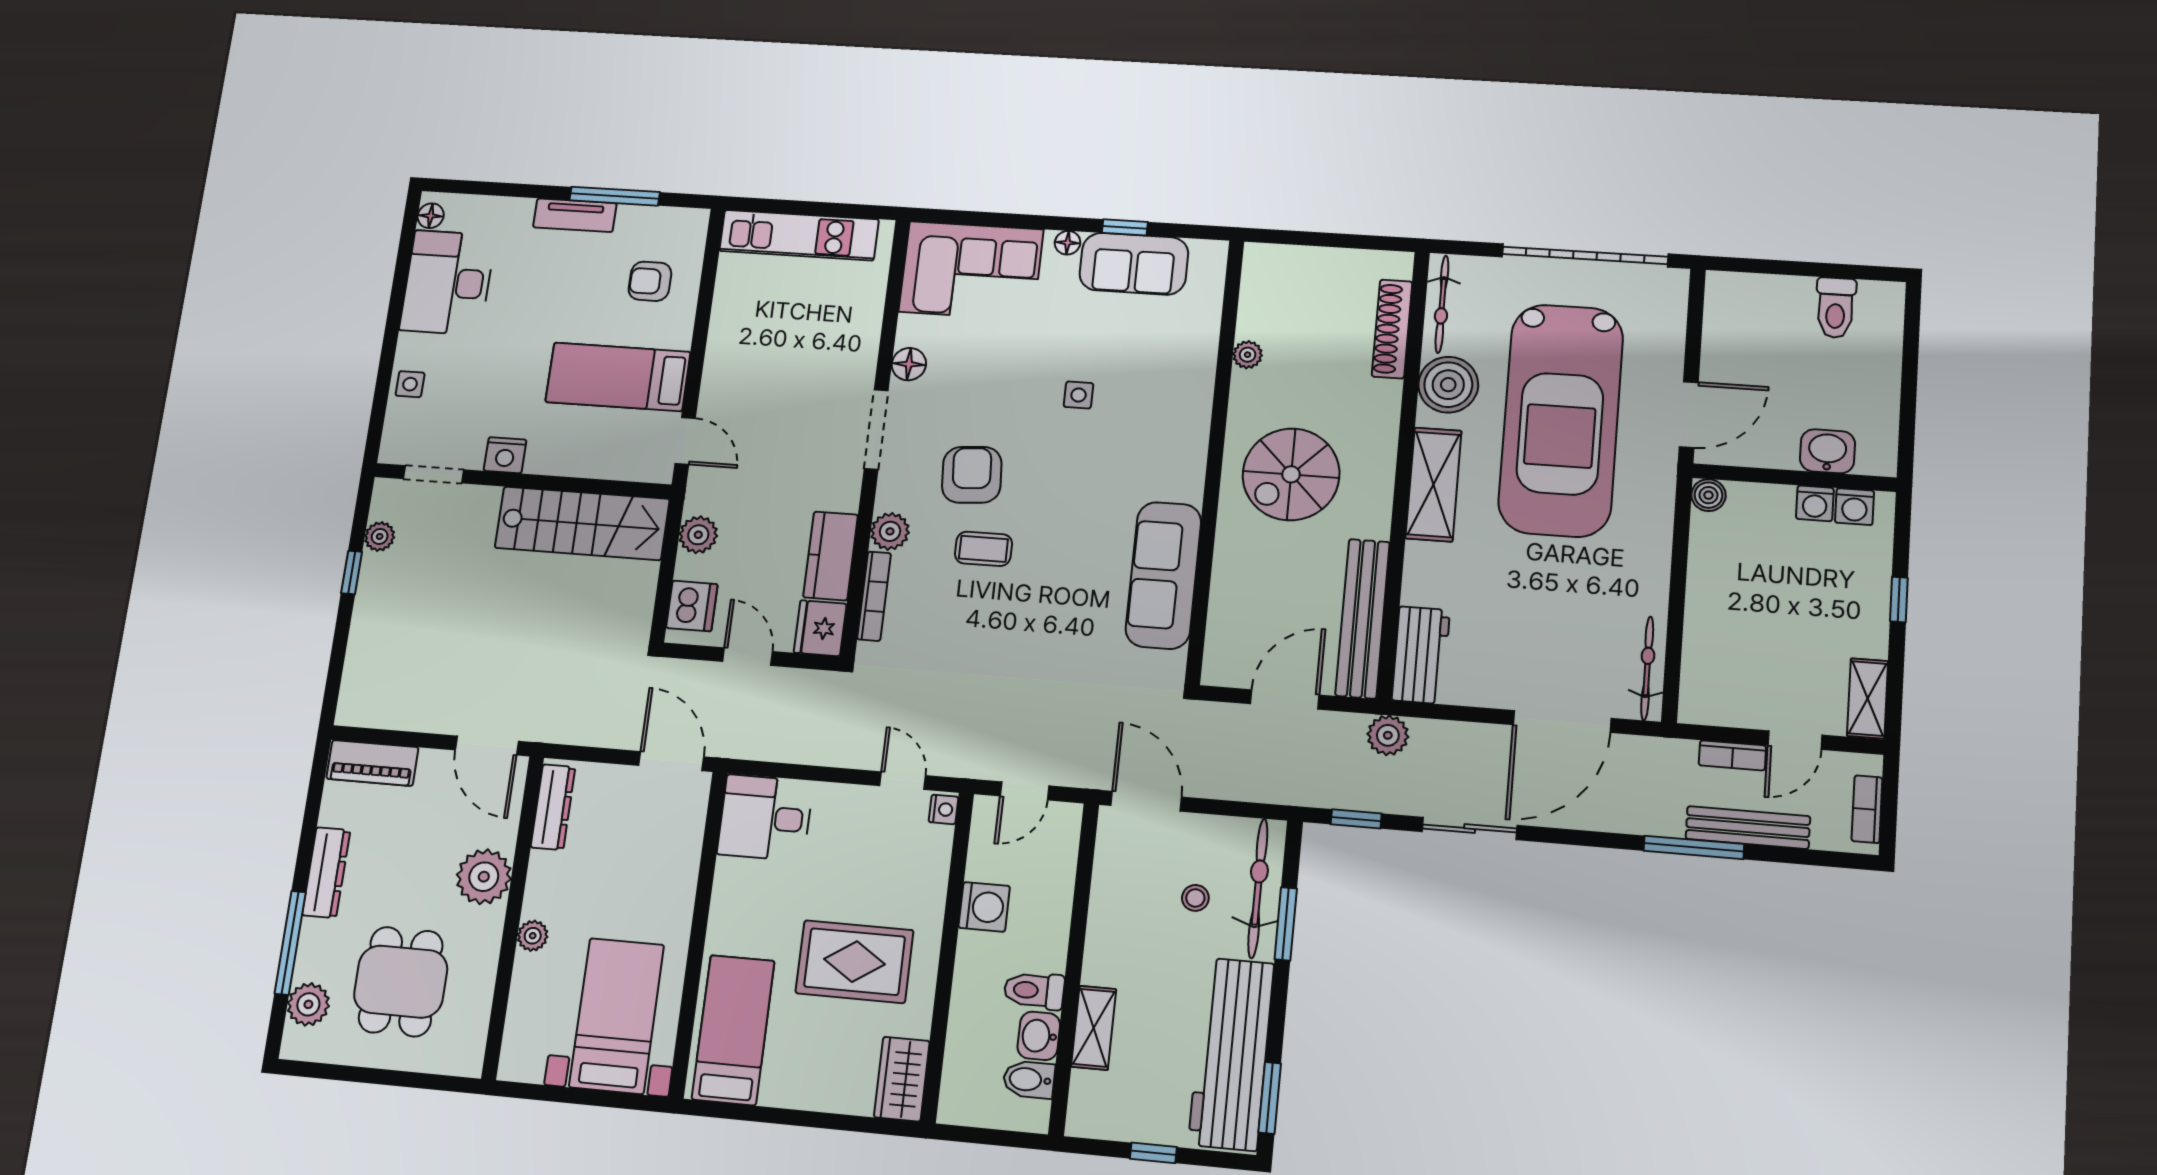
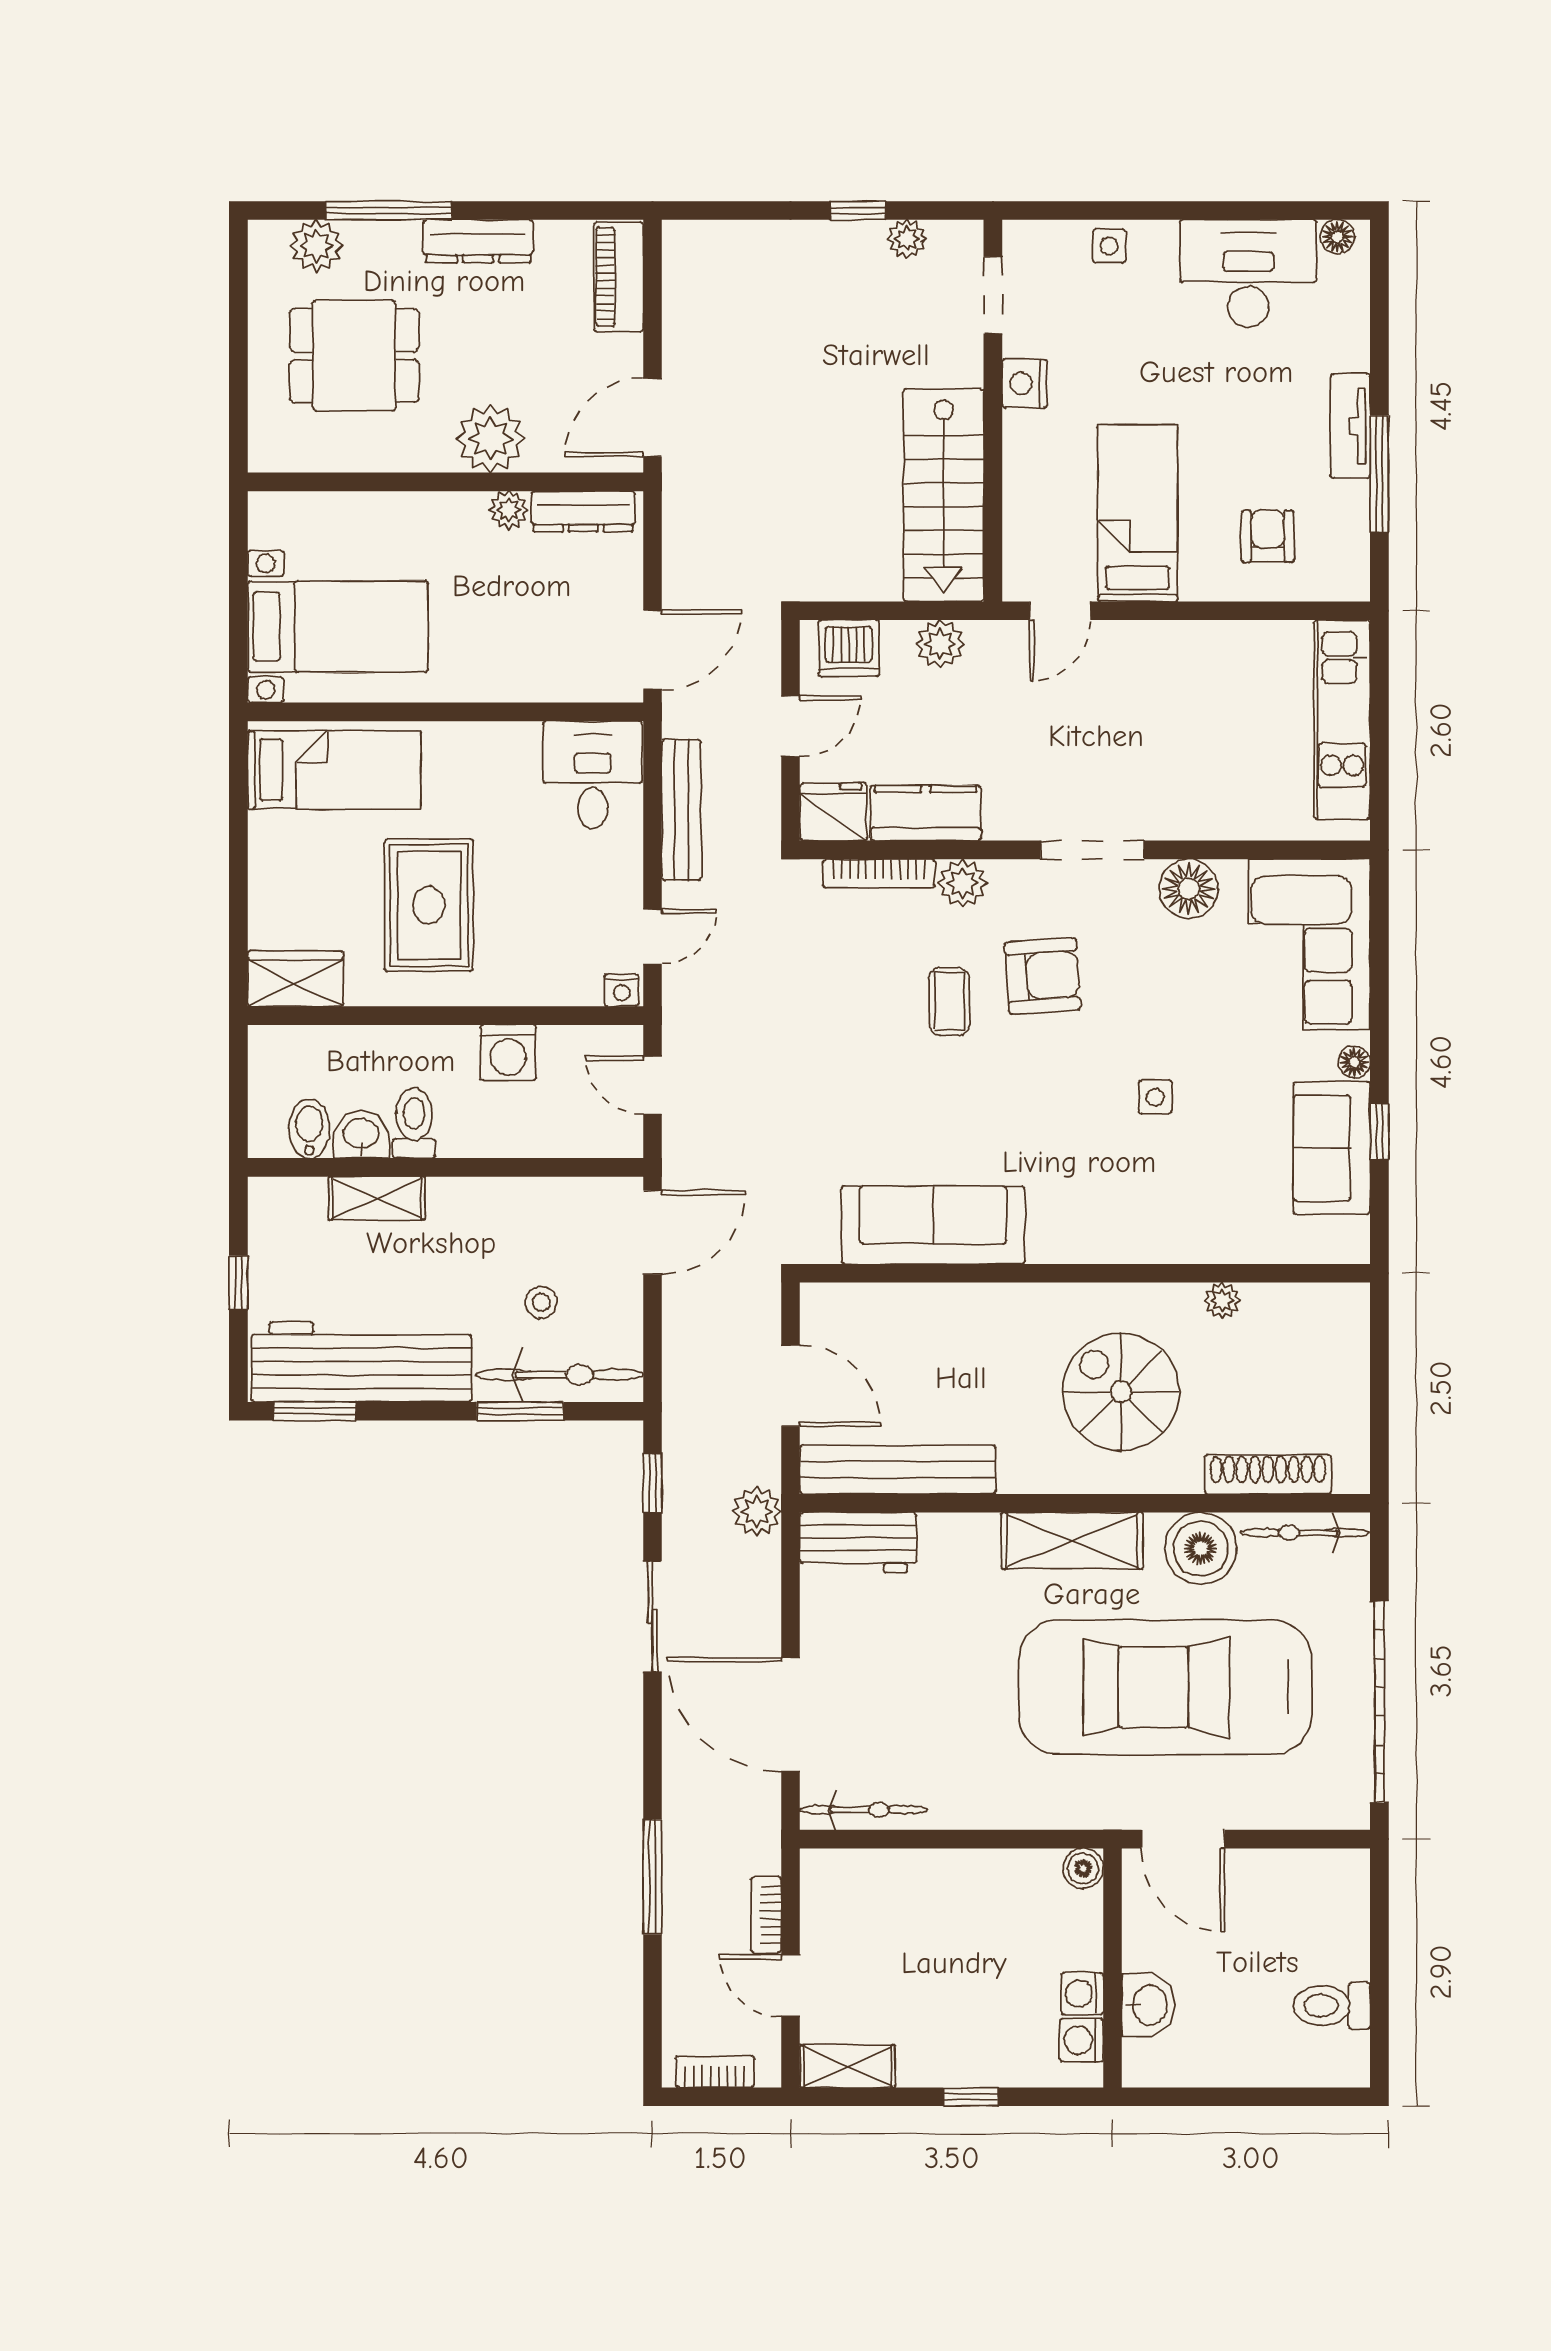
floor lamp: (909, 364) -> (1189, 889), width x1.38, depth x1.38
spiral stairs: (1291, 474) -> (1121, 1392), moved
bench: (1748, 828) -> (681, 810), moved
plant: (533, 936) -> (509, 510), moved

